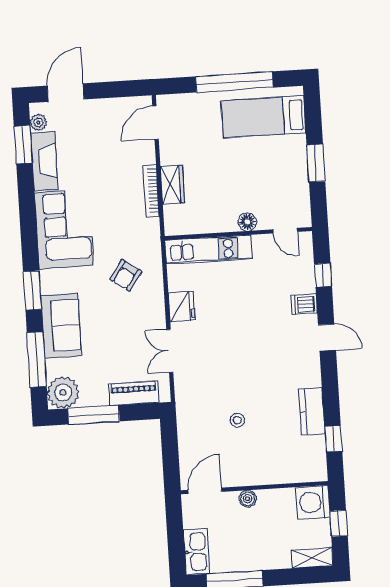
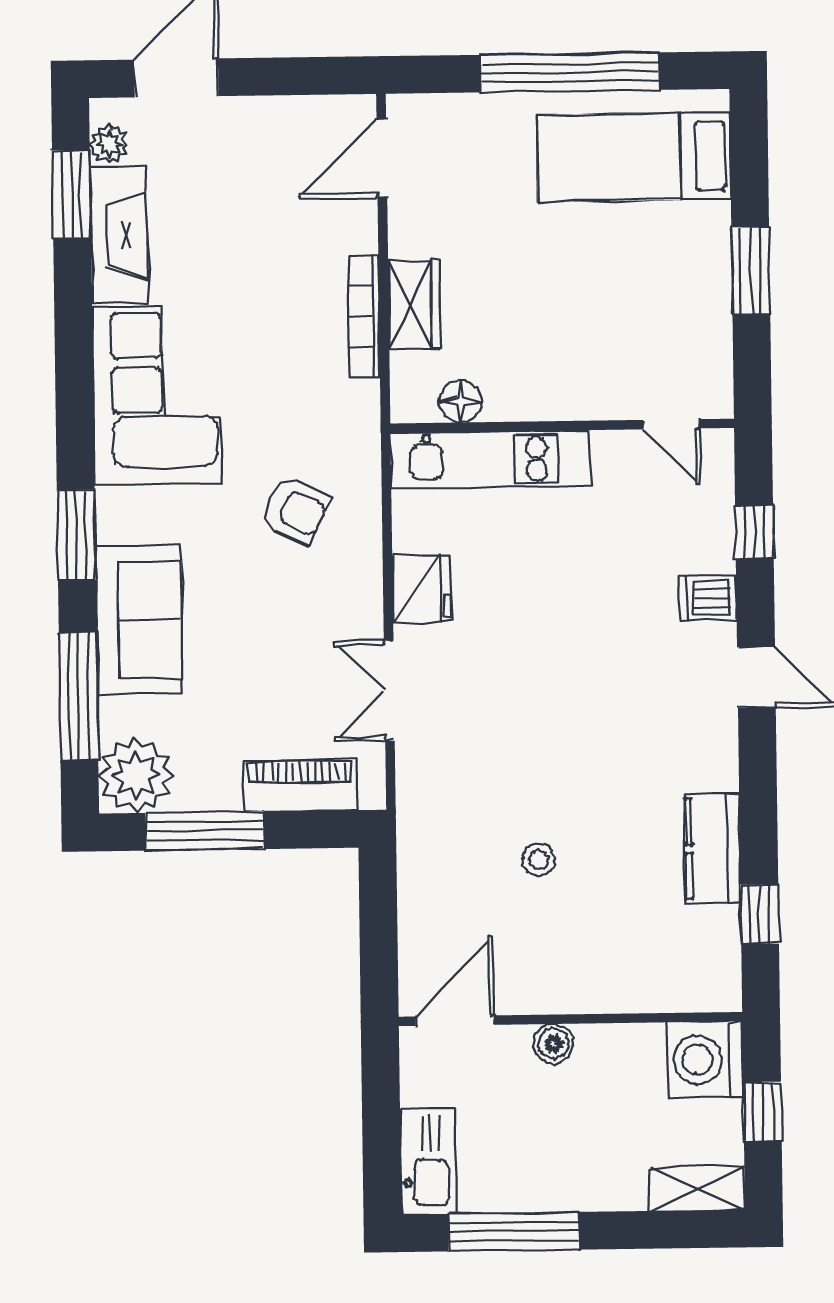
floor lamp: (247, 222) -> (460, 401), moved
armchair: (126, 275) -> (295, 510), turned -100

